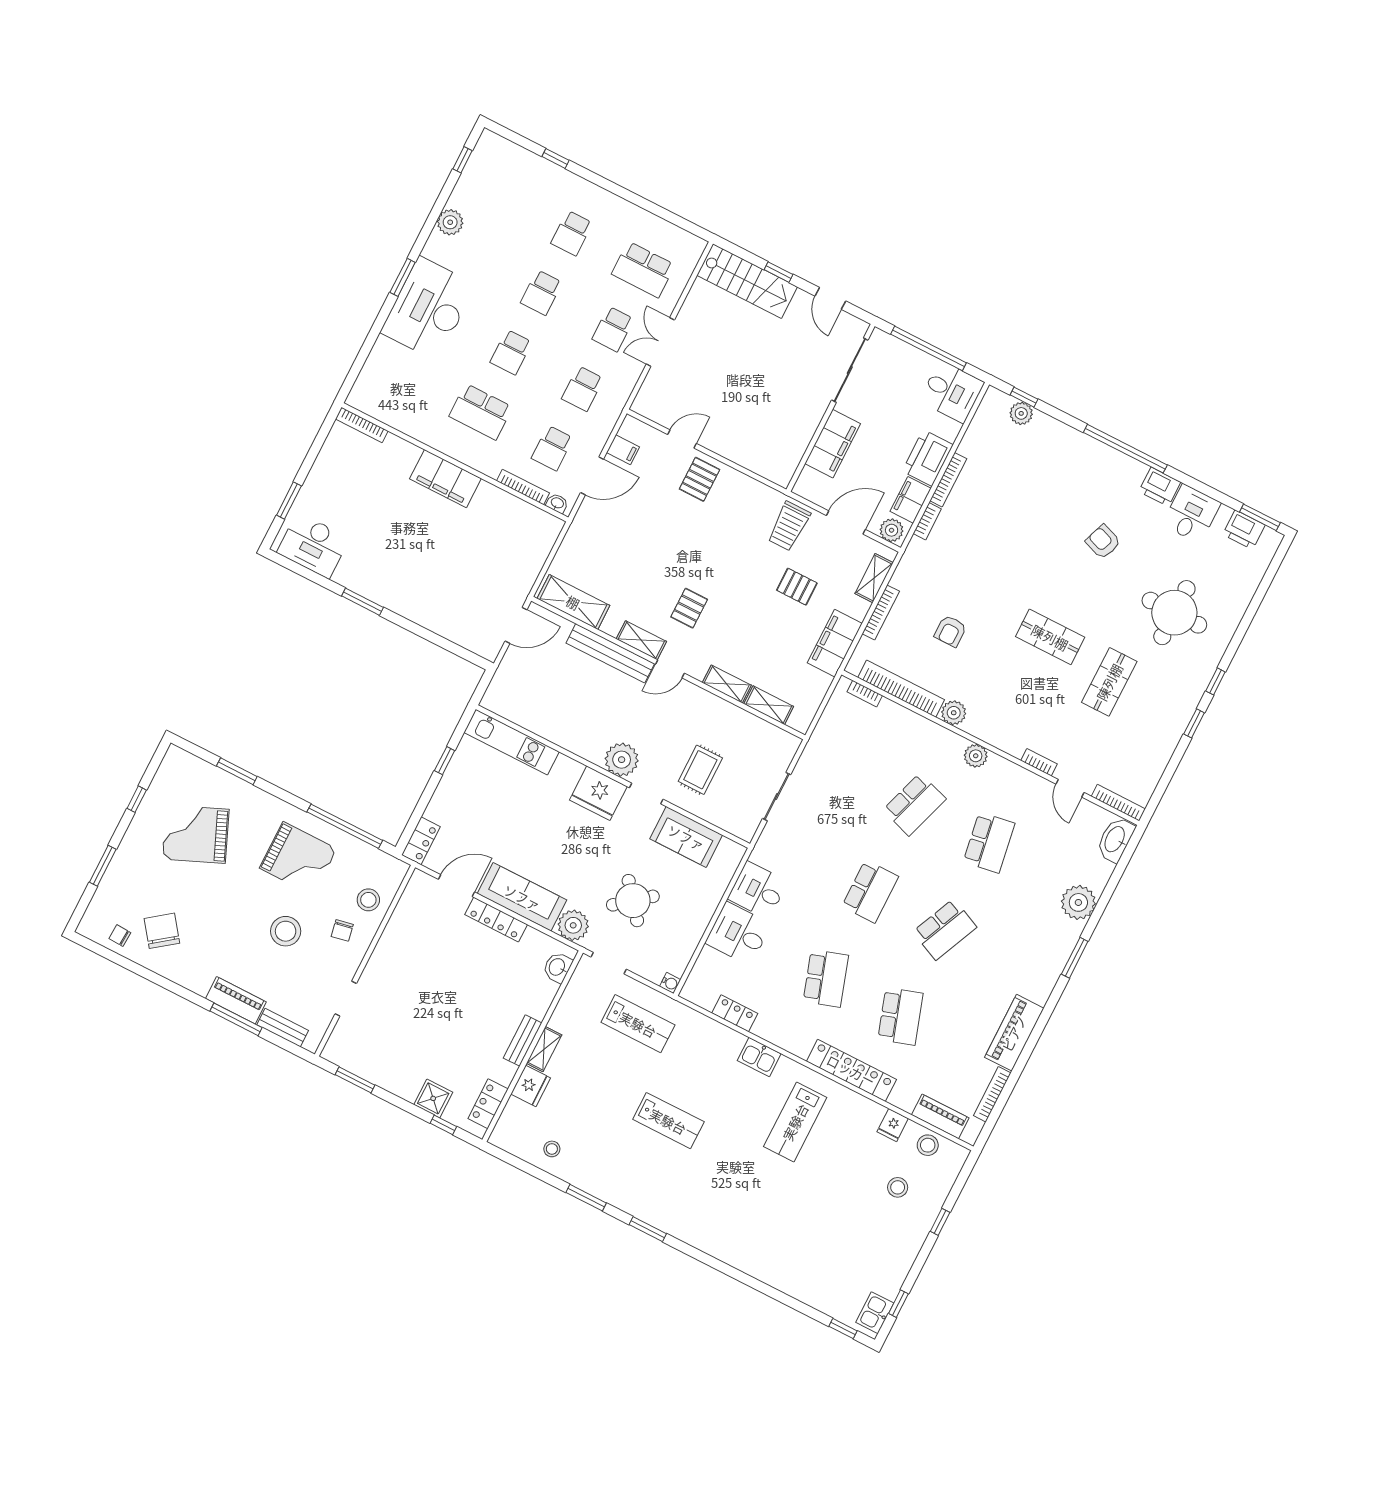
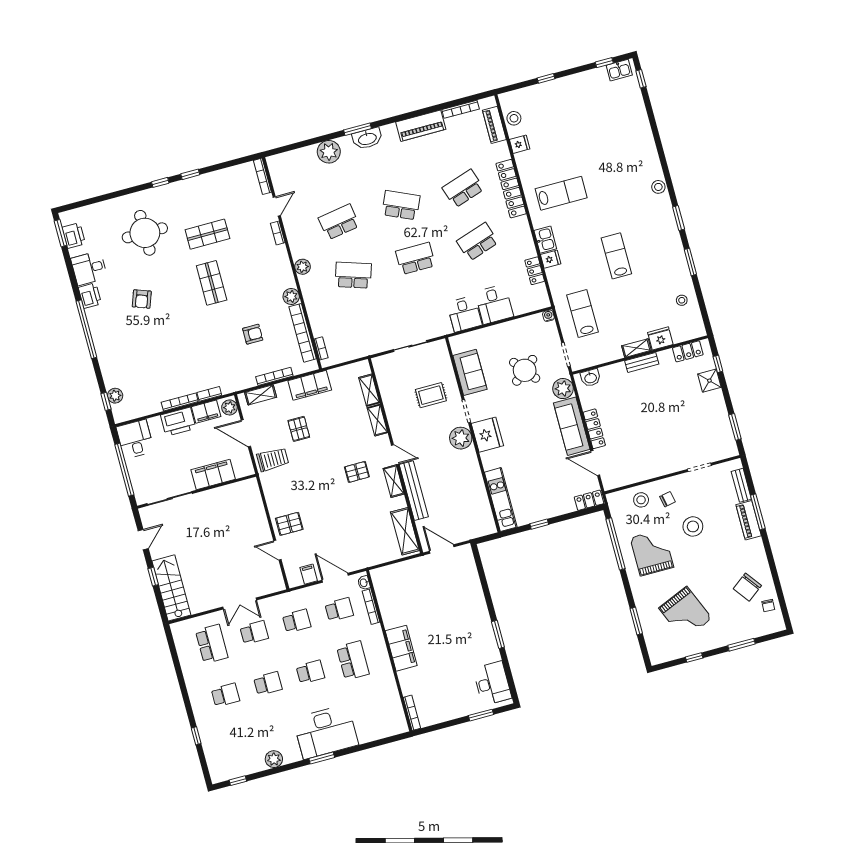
washbasin: (1115, 840) -> (367, 138), moved
fridge: (732, 1043) -> (551, 259), added
stool: (898, 1187) -> (658, 187), moved

